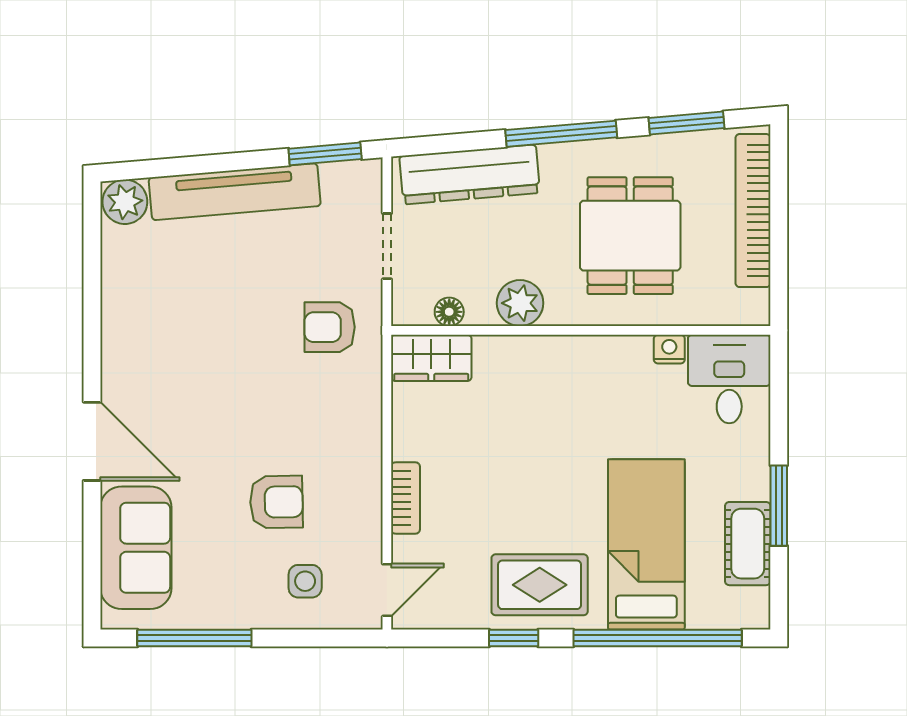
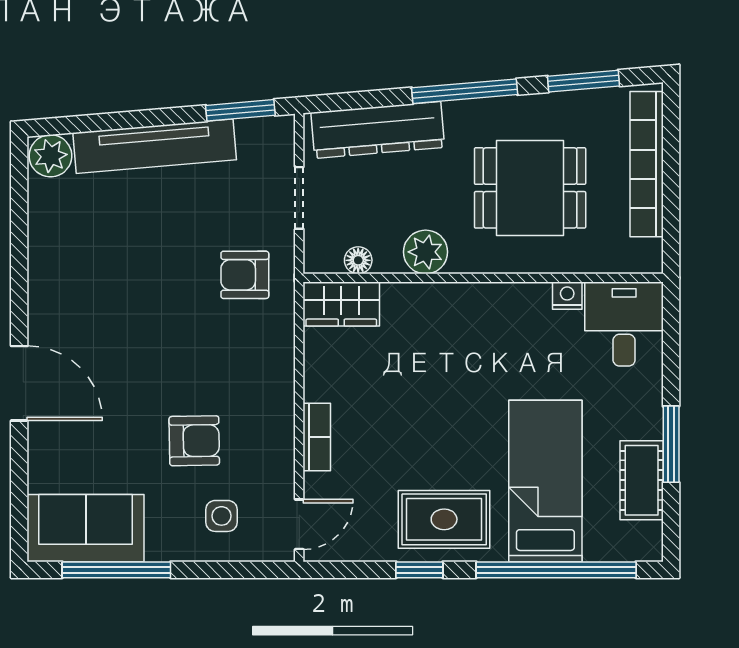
dining table: (630, 236) -> (530, 188), turned 90
sofa: (136, 548) -> (86, 528), moved, turned -90

